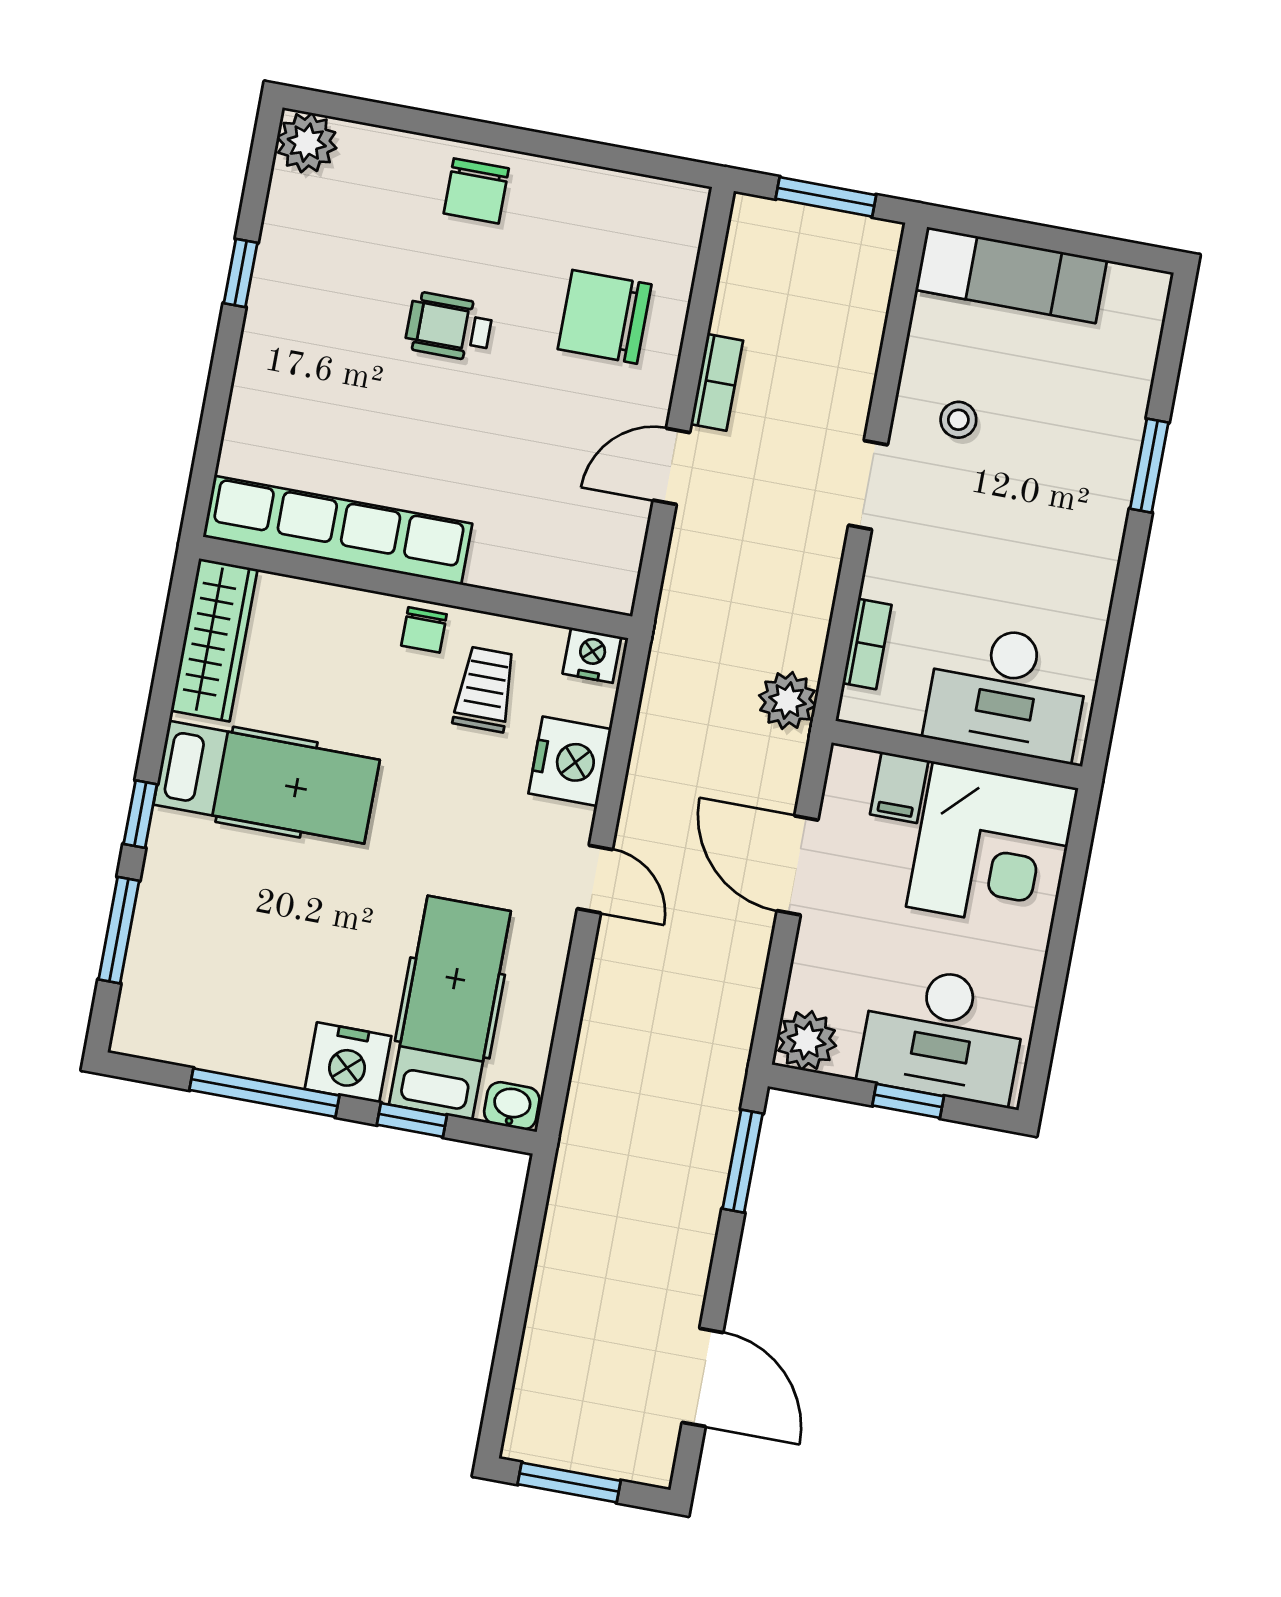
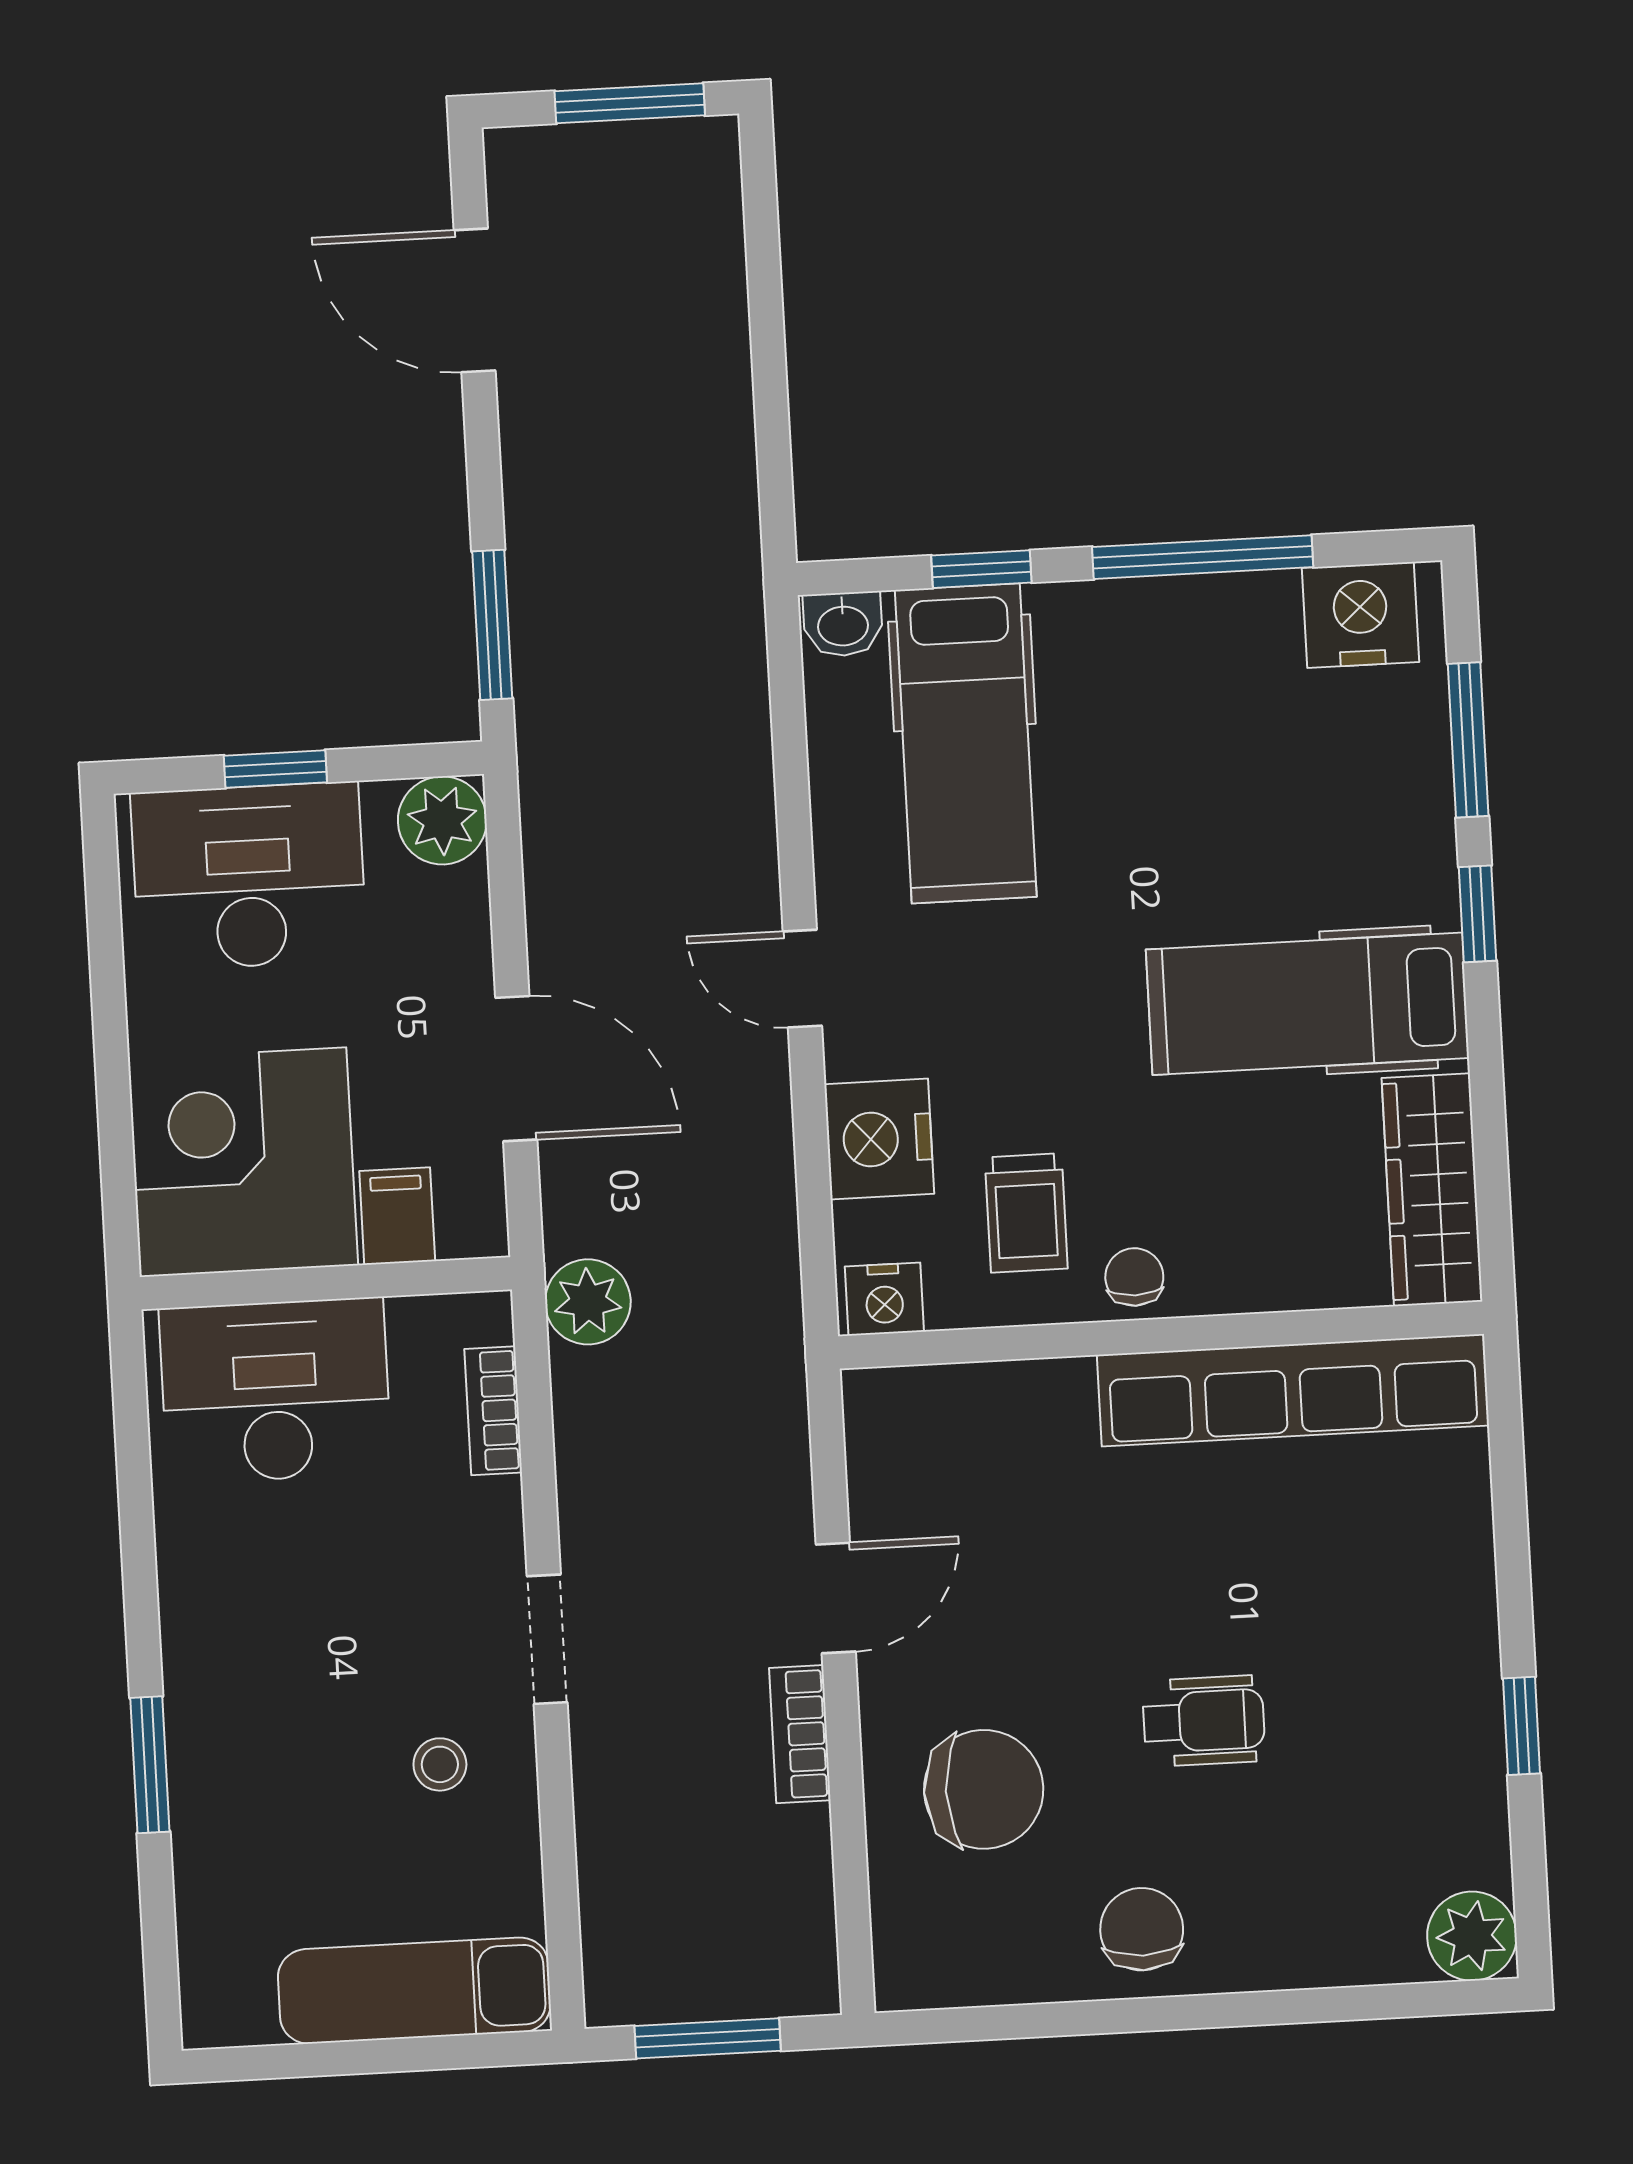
chair: (476, 191) -> (1142, 1929), moved
nightstand: (348, 1063) -> (1360, 615), moved

